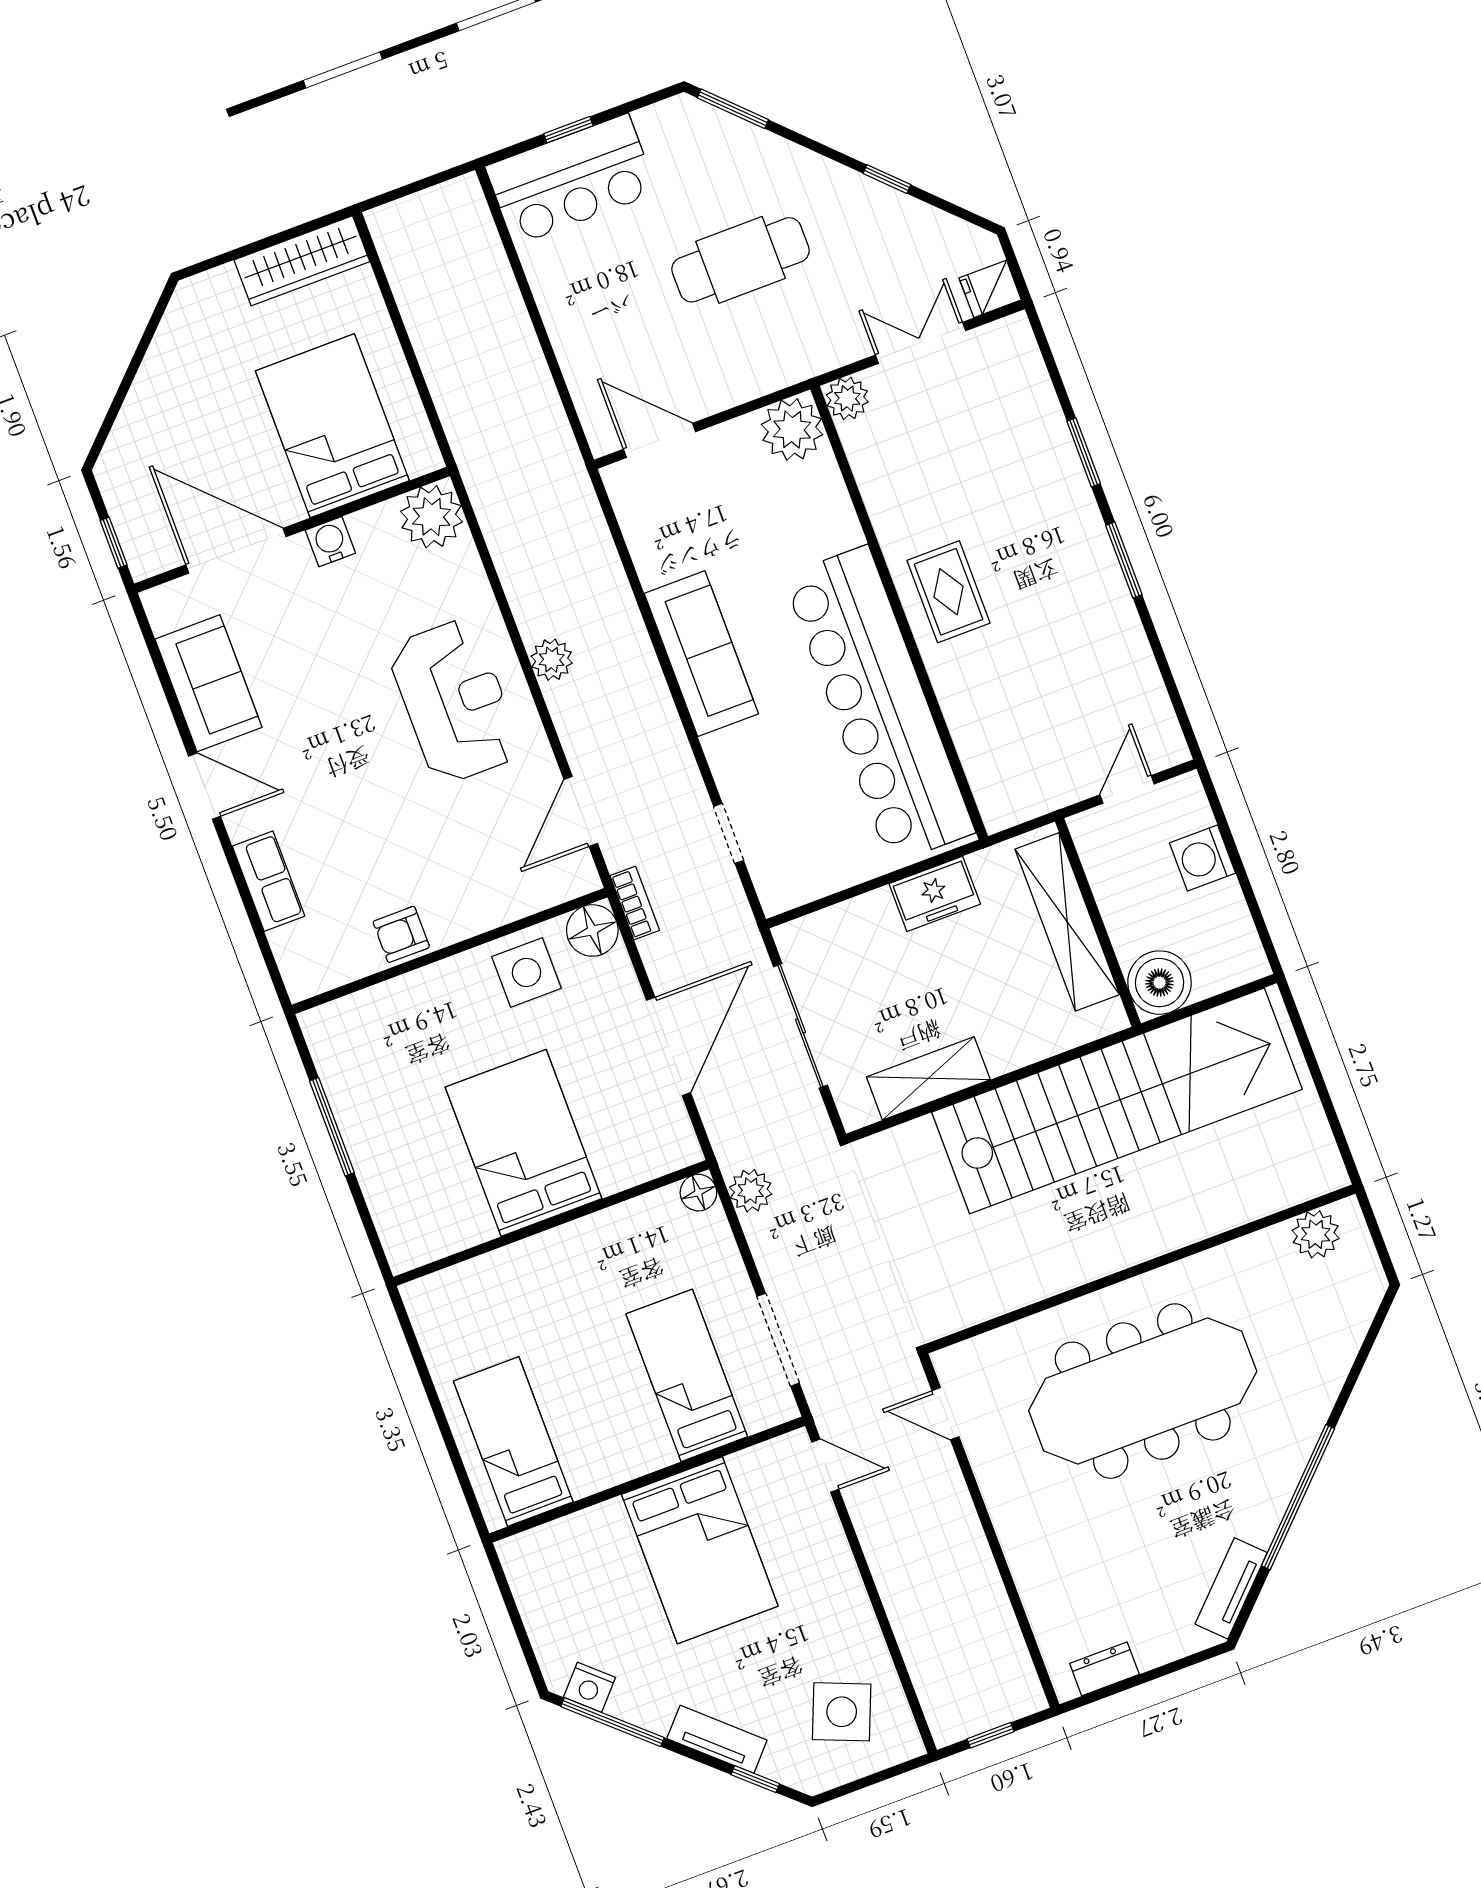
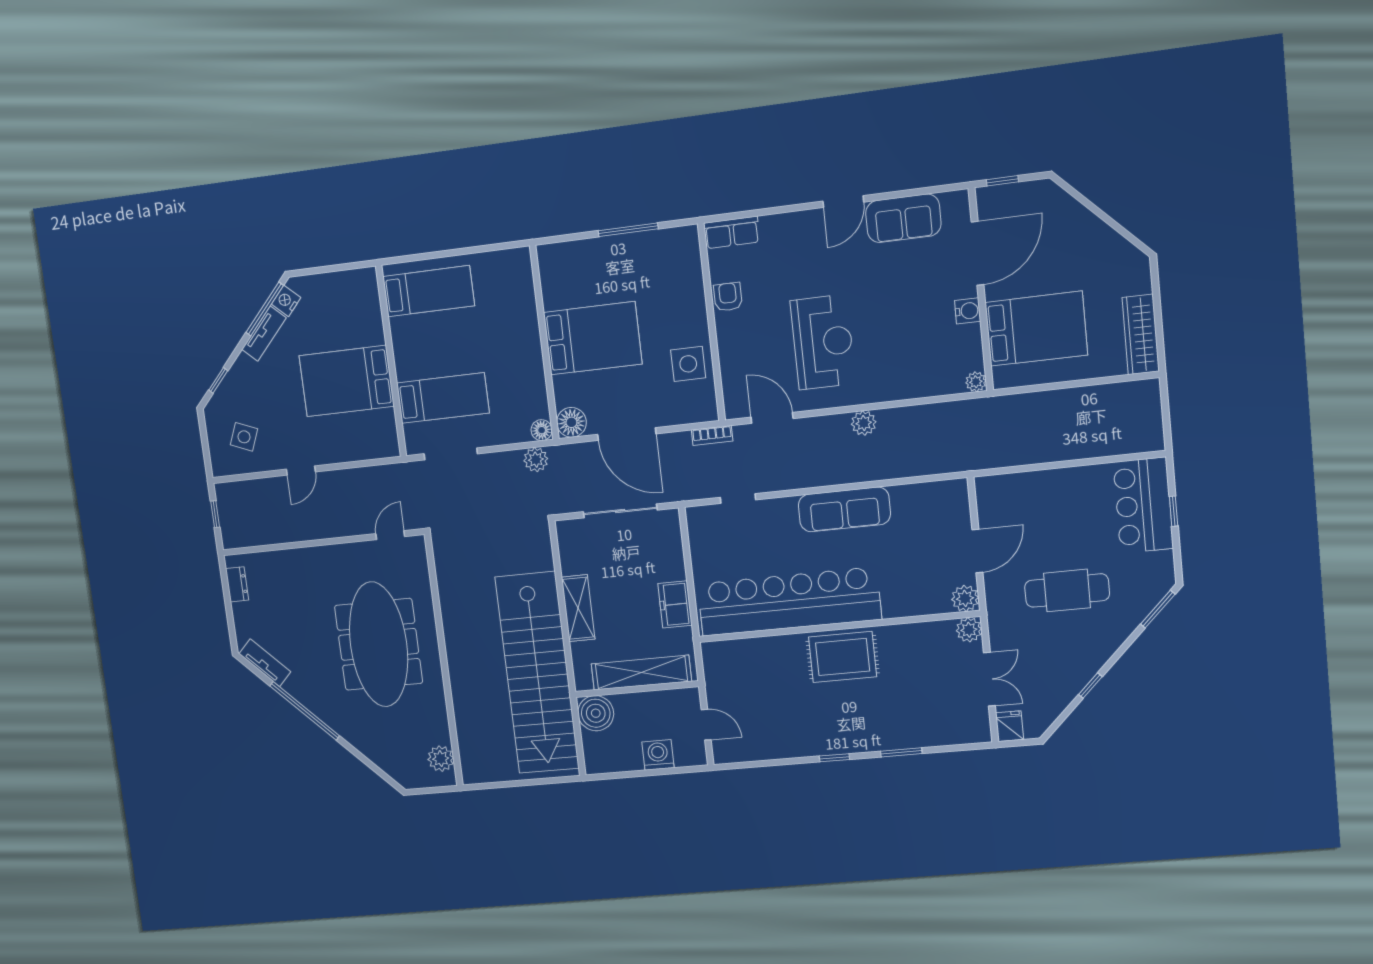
cafe table: (740, 260) -> (1067, 590), turned 90
plant: (792, 430) -> (965, 598), width x0.73, depth x0.73
door: (660, 440) -> (977, 551), moved
plant: (431, 517) -> (976, 382), width x0.53, depth x0.53
window: (1124, 560) -> (834, 758), width x0.67
rug: (949, 592) -> (843, 657), width x1.36, depth x1.43
reception desk: (455, 701) -> (823, 342), moved, turned -90
row of seats: (269, 881) -> (732, 232), moved
floor lamp: (592, 930) -> (571, 422), moved
shelving: (928, 1078) -> (578, 608), moved
door: (825, 1466) -> (301, 471), moved
side table: (842, 1712) -> (244, 437), width x0.73, depth x0.73
tv unit: (717, 1739) -> (264, 334), moved

